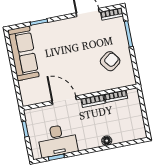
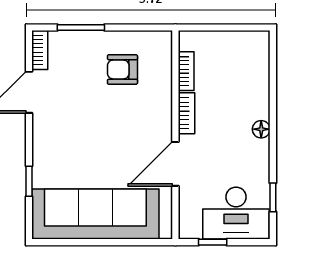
sofa: (23, 53) -> (95, 214), width x1.36, depth x1.27
armchair: (110, 61) -> (122, 69), turned -53
desk: (57, 141) -> (236, 213), moved, turned 90
floor lamp: (107, 141) -> (261, 129), moved

